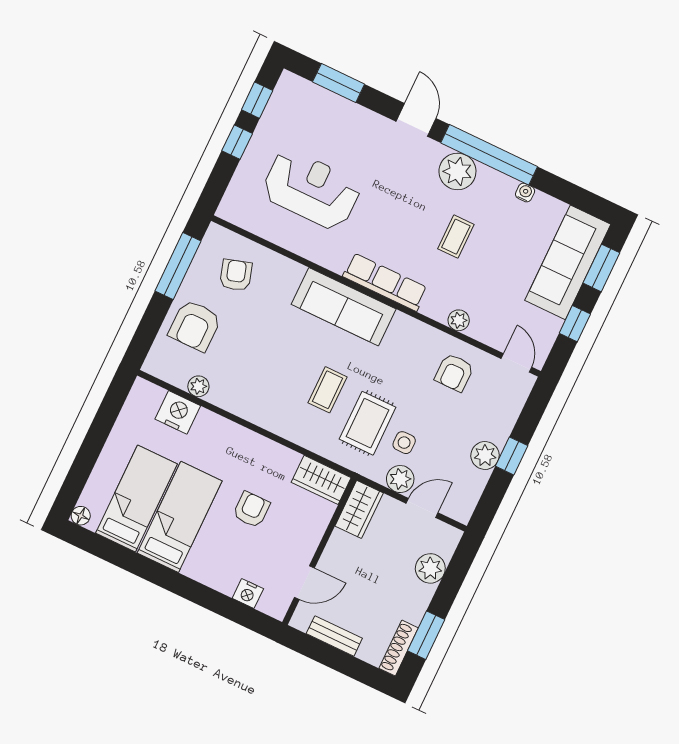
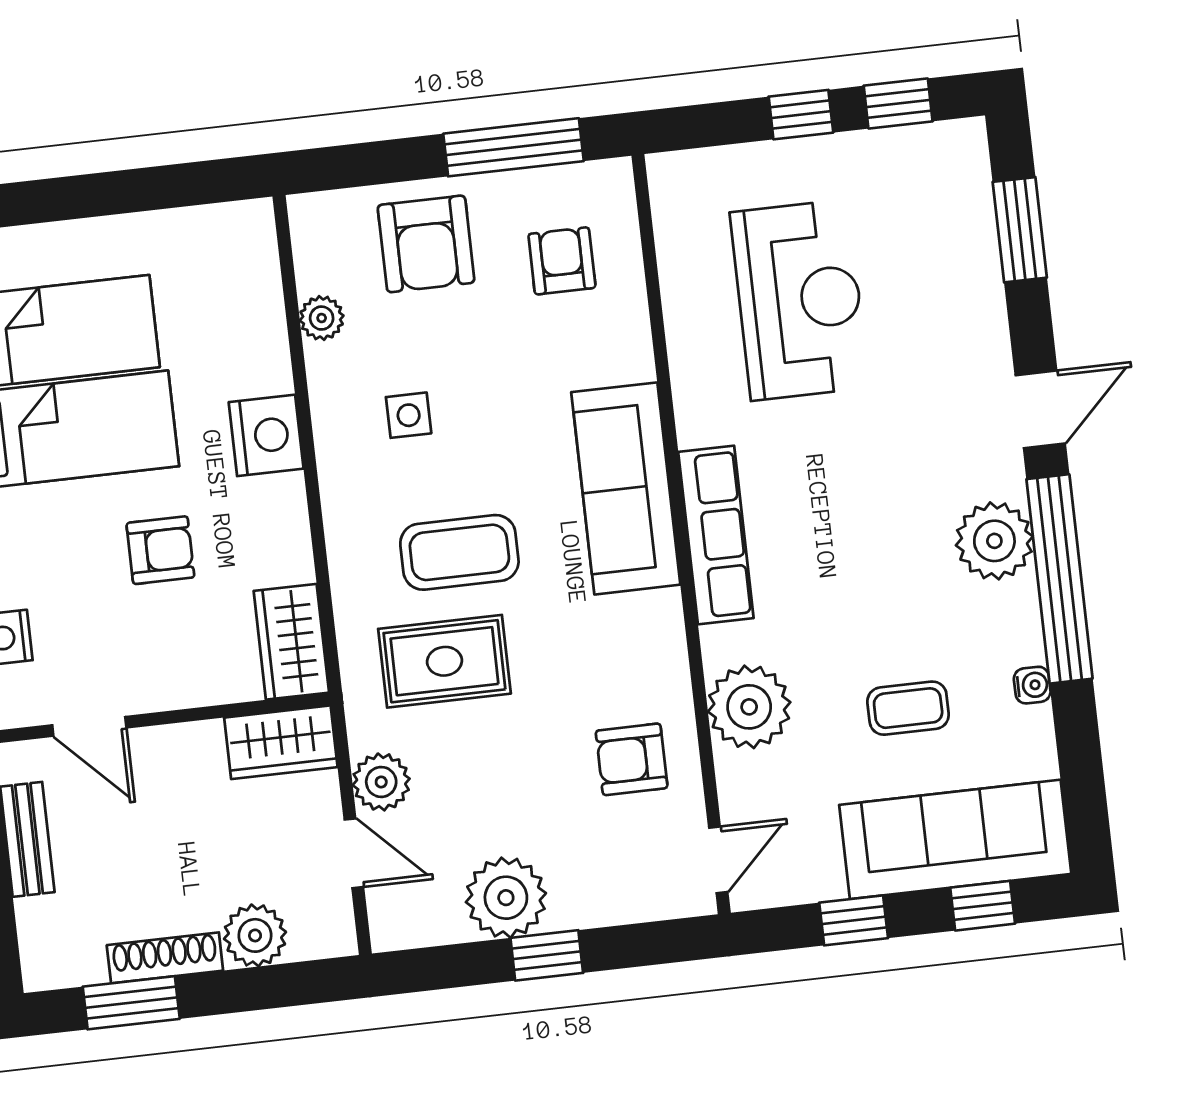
coffee table: (456, 237) -> (908, 708), moved
window: (601, 268) -> (983, 906), width x0.67
armchair: (236, 275) -> (562, 261), turned -73
plant: (459, 320) -> (749, 707), width x1.87, depth x1.87
armchair: (195, 326) -> (426, 244), turned -90
coffee table: (327, 390) -> (459, 552), width x1.36, depth x1.30
nightstand: (178, 412) -> (266, 435), moved
side table: (404, 443) -> (409, 415), moved
plant: (485, 455) -> (506, 898), width x1.36, depth x1.36
shoe rack: (399, 648) -> (165, 958), moved

